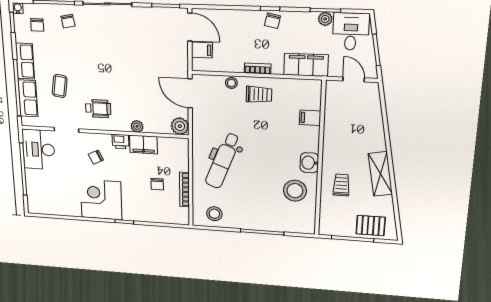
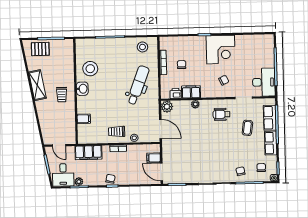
printer: (121, 142) -> (176, 93), moved
trolley: (341, 185) -> (62, 95), moved

